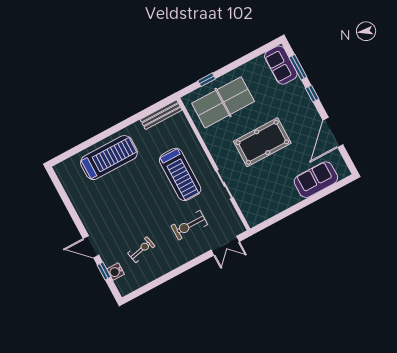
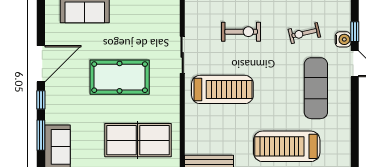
door: (333, 132) -> (41, 64), moved
treadmill: (180, 174) -> (222, 89), turned 90
exercise mat: (110, 213) -> (316, 88), added
water cooler: (116, 272) -> (343, 39), moved

